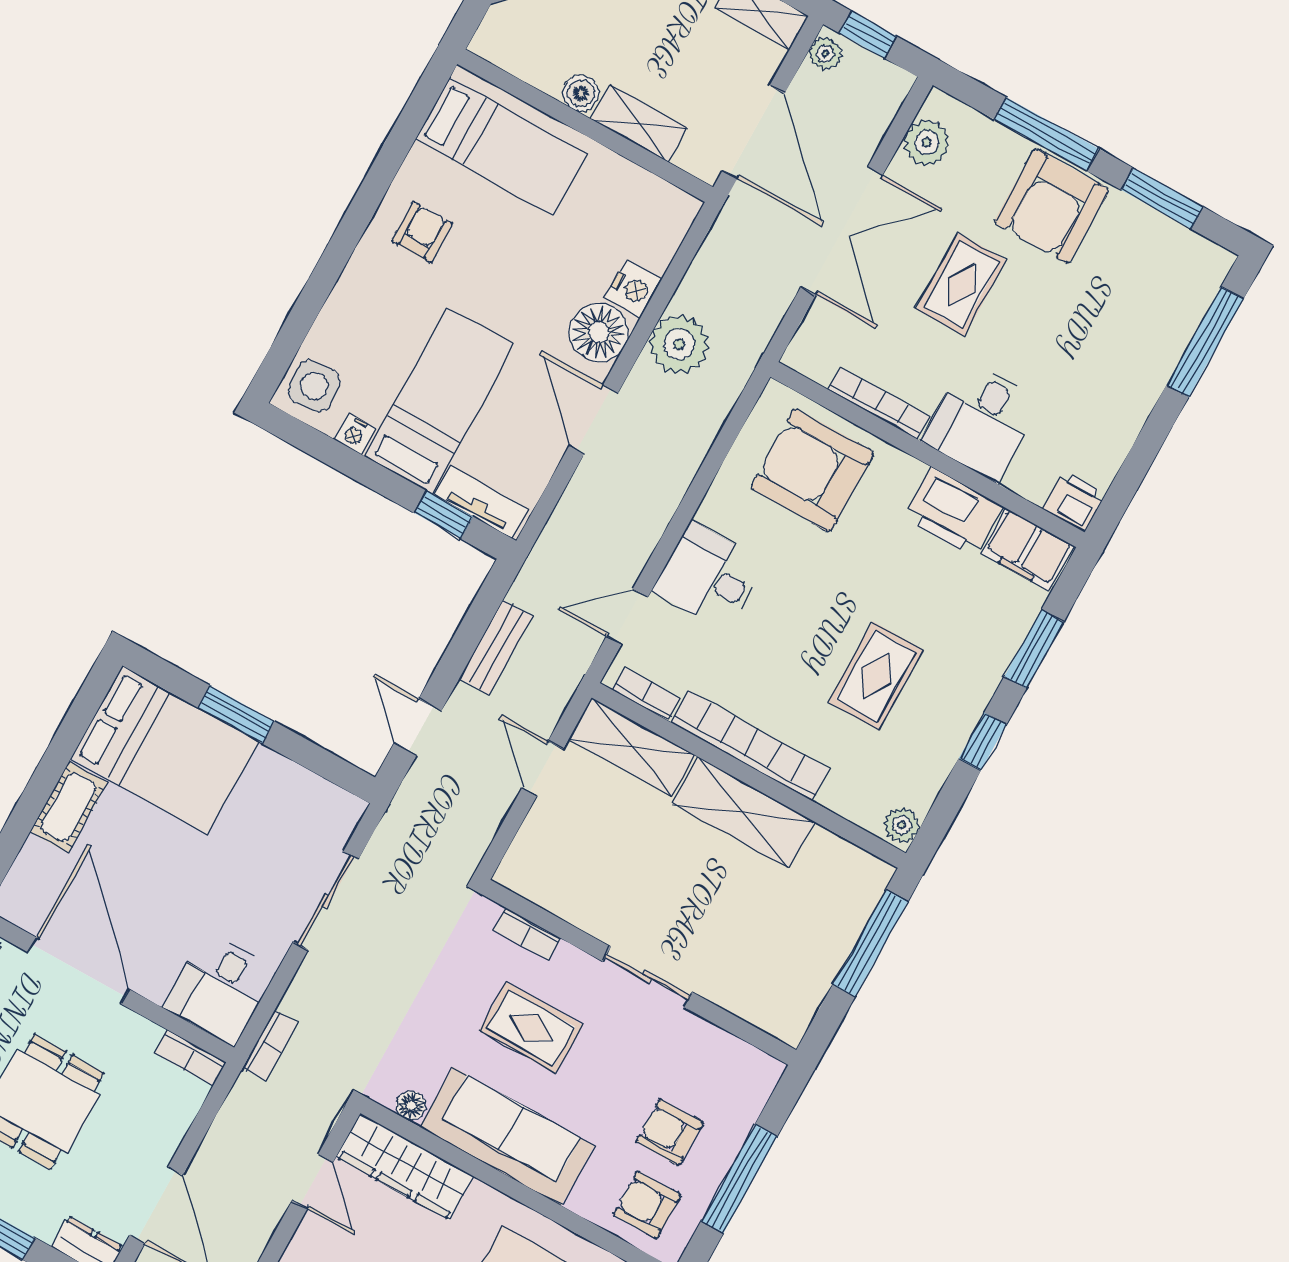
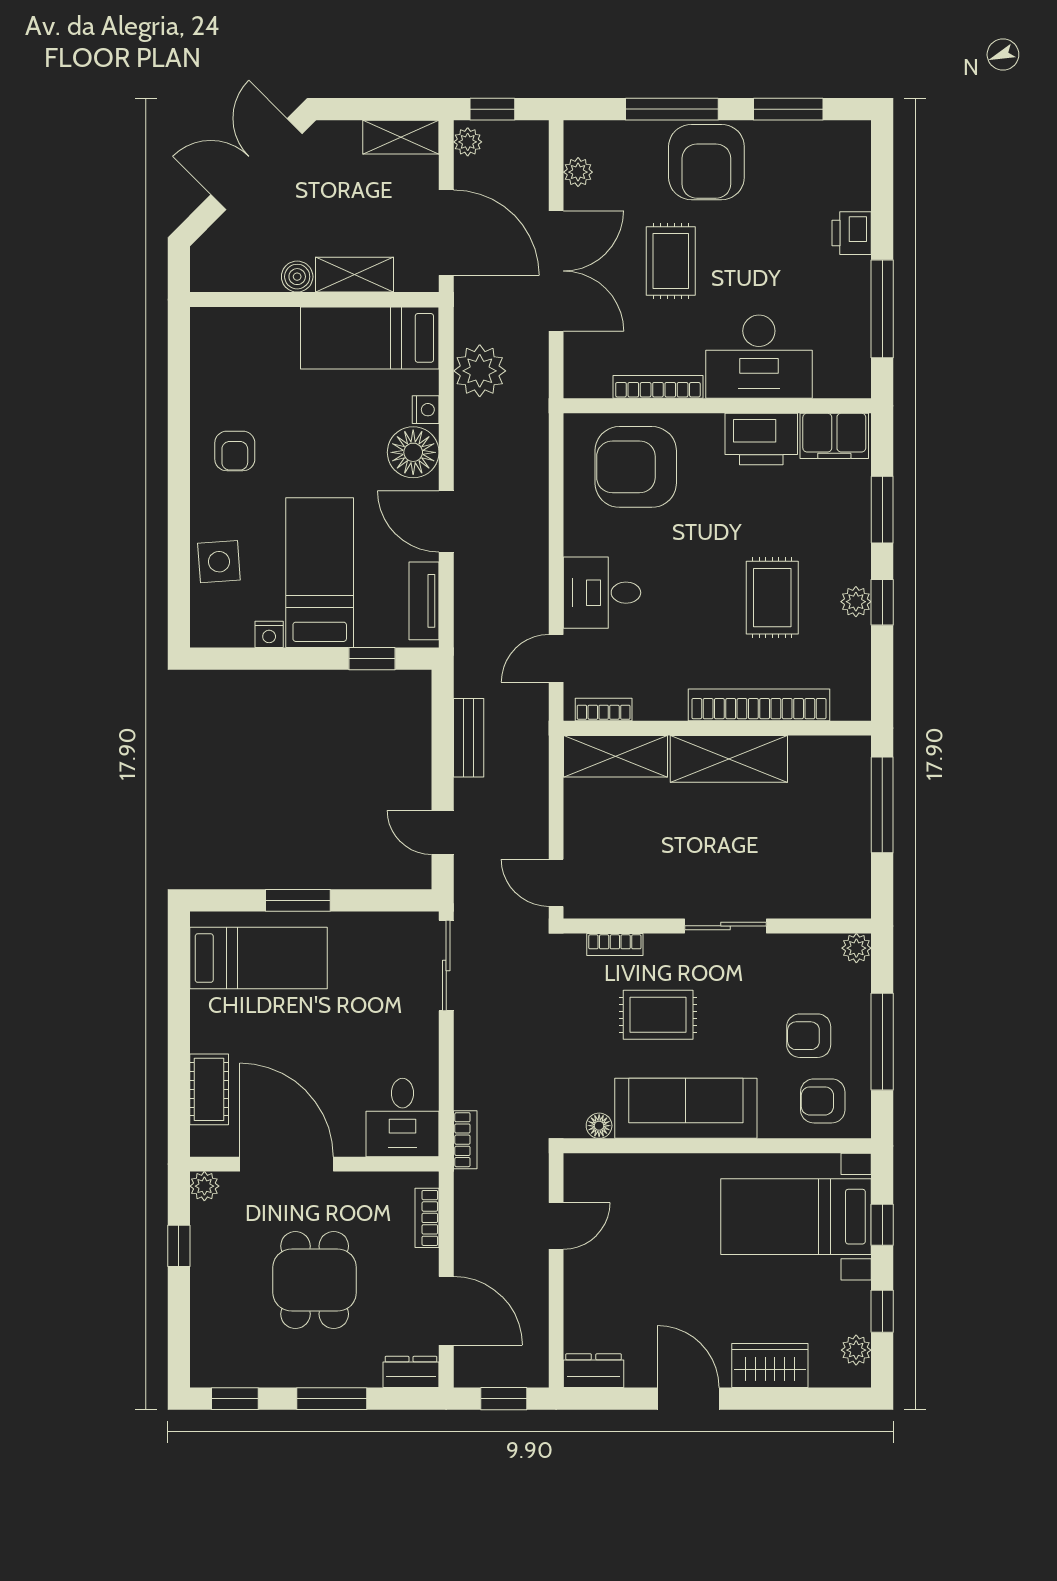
plant: (927, 142) -> (578, 172), width x0.73, depth x0.73
bed: (501, 146) -> (370, 338), moved, turned 180
armchair: (422, 232) -> (235, 451), turned 180
nightstand: (633, 289) -> (426, 410), width x0.72, depth x0.74
window: (1205, 342) -> (882, 309), moved
plant: (679, 344) -> (480, 371), moved
side table: (314, 386) -> (219, 562), moved
desk: (982, 421) -> (759, 357), width x1.37
printer: (1074, 501) -> (852, 233), moved, turned -90
tv unit: (481, 502) -> (424, 601), moved, turned -90
bookcase: (750, 746) -> (759, 705), moved
bed: (165, 750) -> (258, 958), width x0.67
door: (542, 769) -> (556, 883), moved
cot: (69, 807) -> (209, 1089), moved
plant: (902, 825) -> (856, 602), moved
sliding door: (326, 901) -> (446, 966), moved
bookcase: (190, 1058) -> (427, 1218), moved, turned 90
plant: (765, 1071) -> (856, 948), added
wardrobe: (405, 1167) -> (621, 1175), removed
door: (313, 1181) -> (556, 1226), hinge flipped

